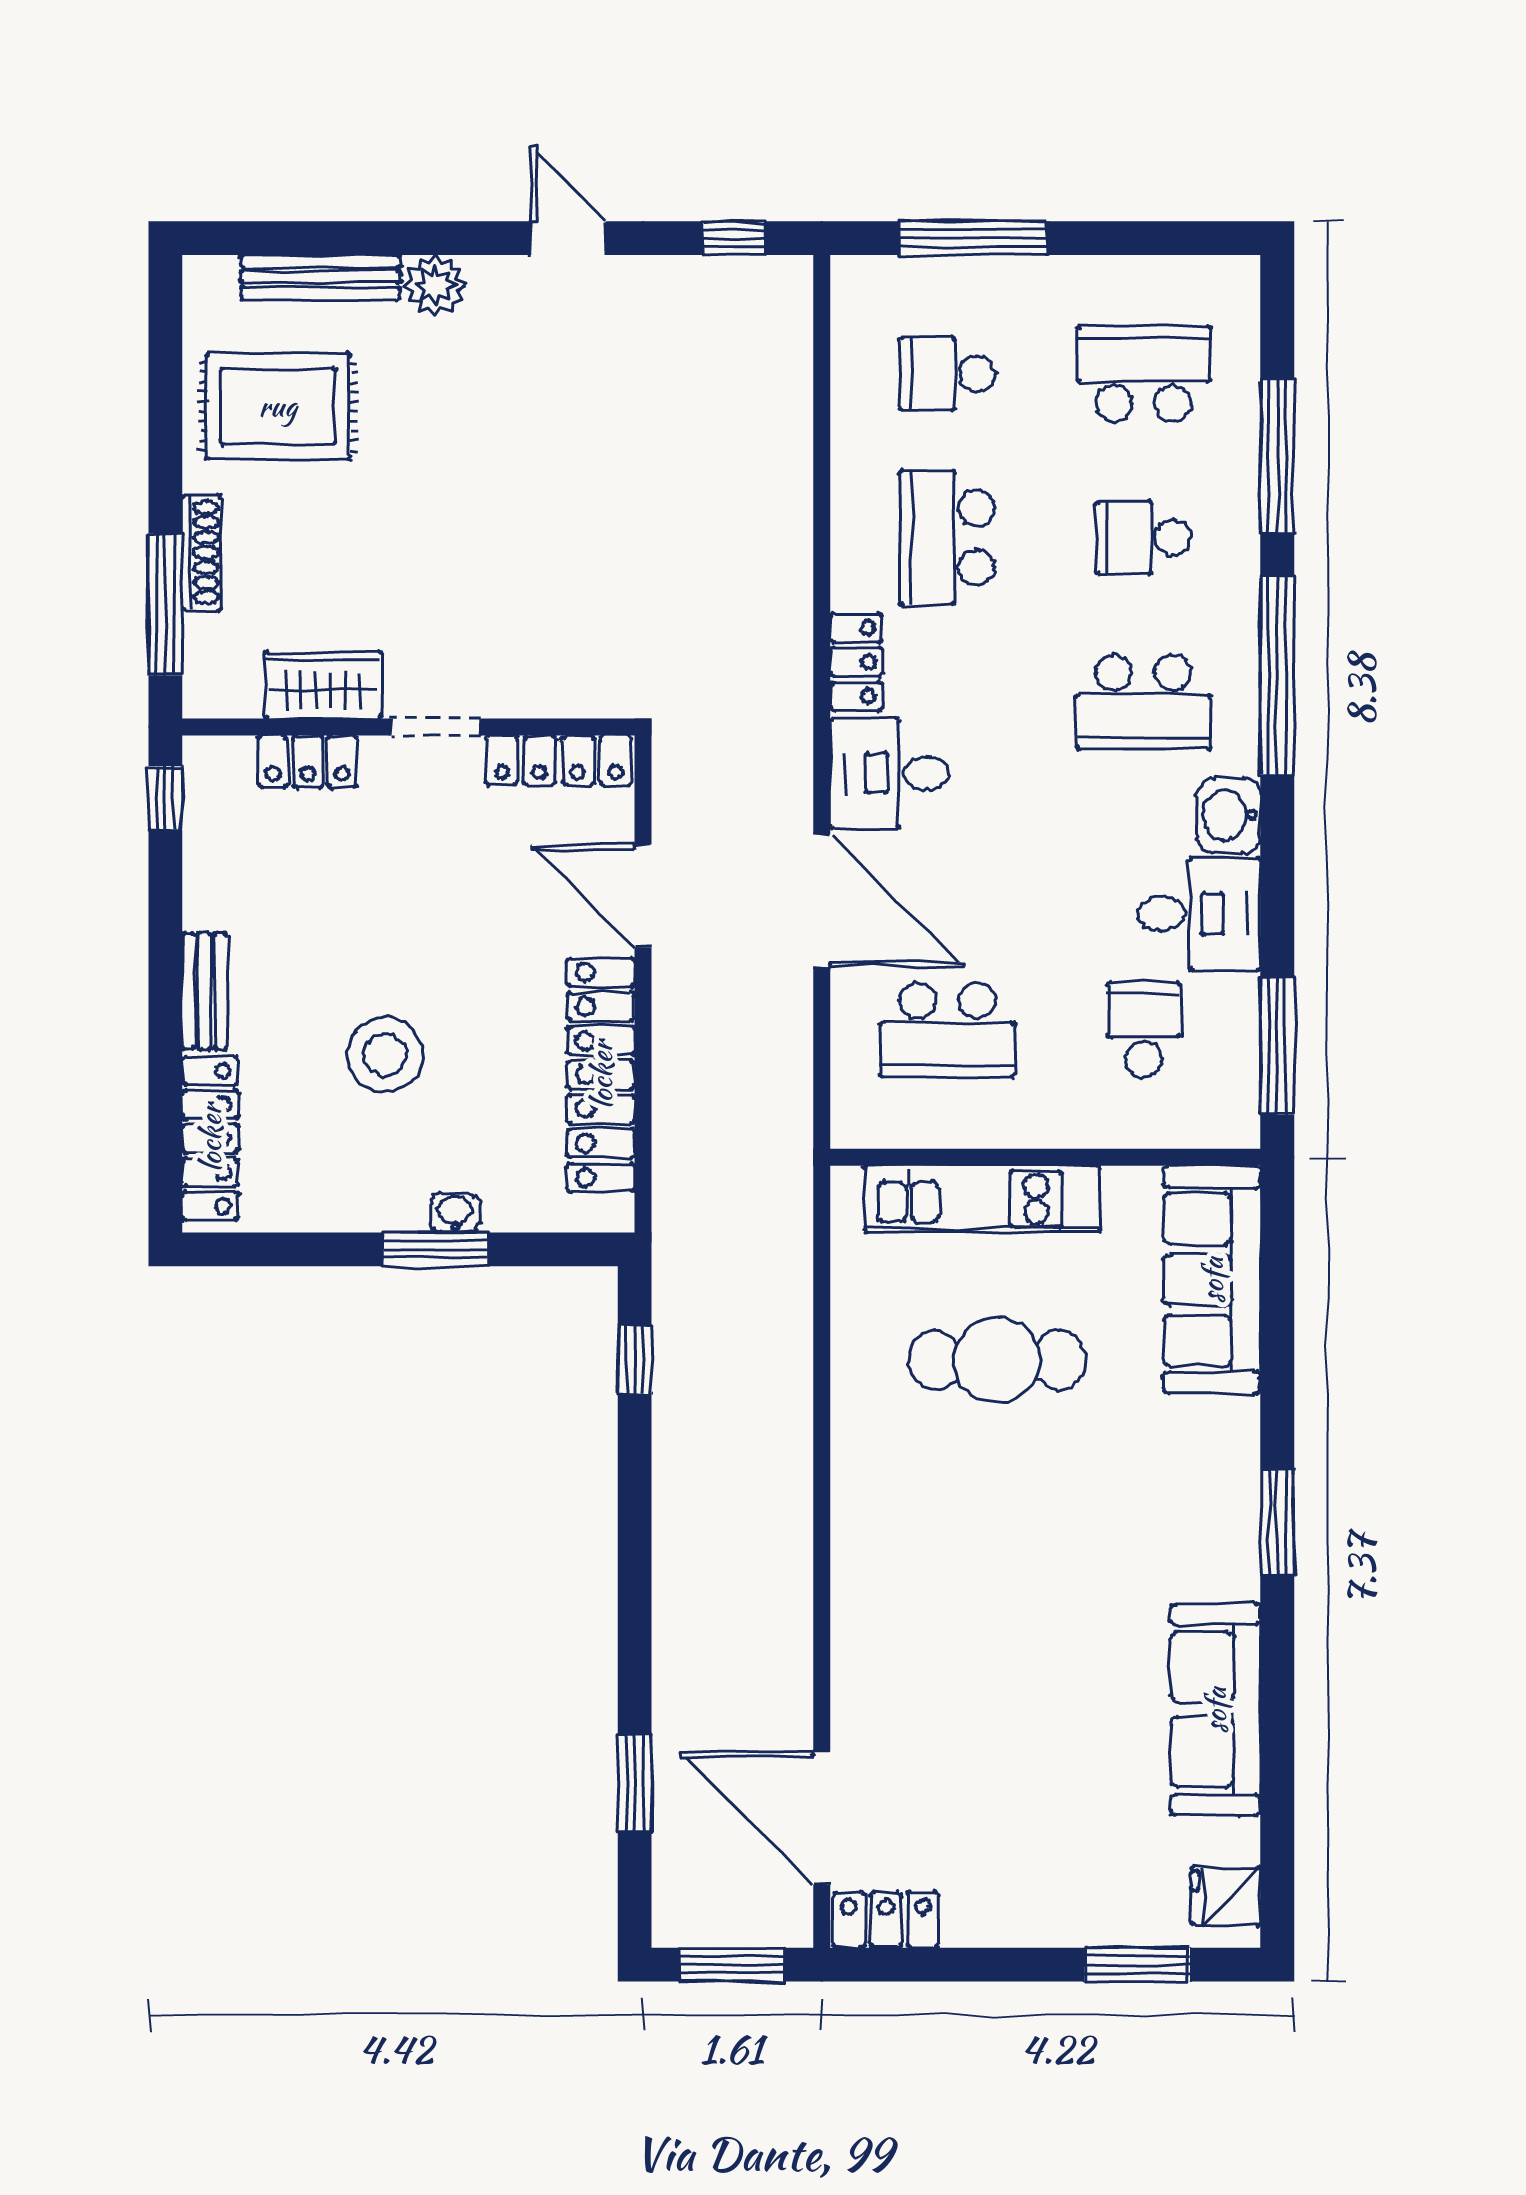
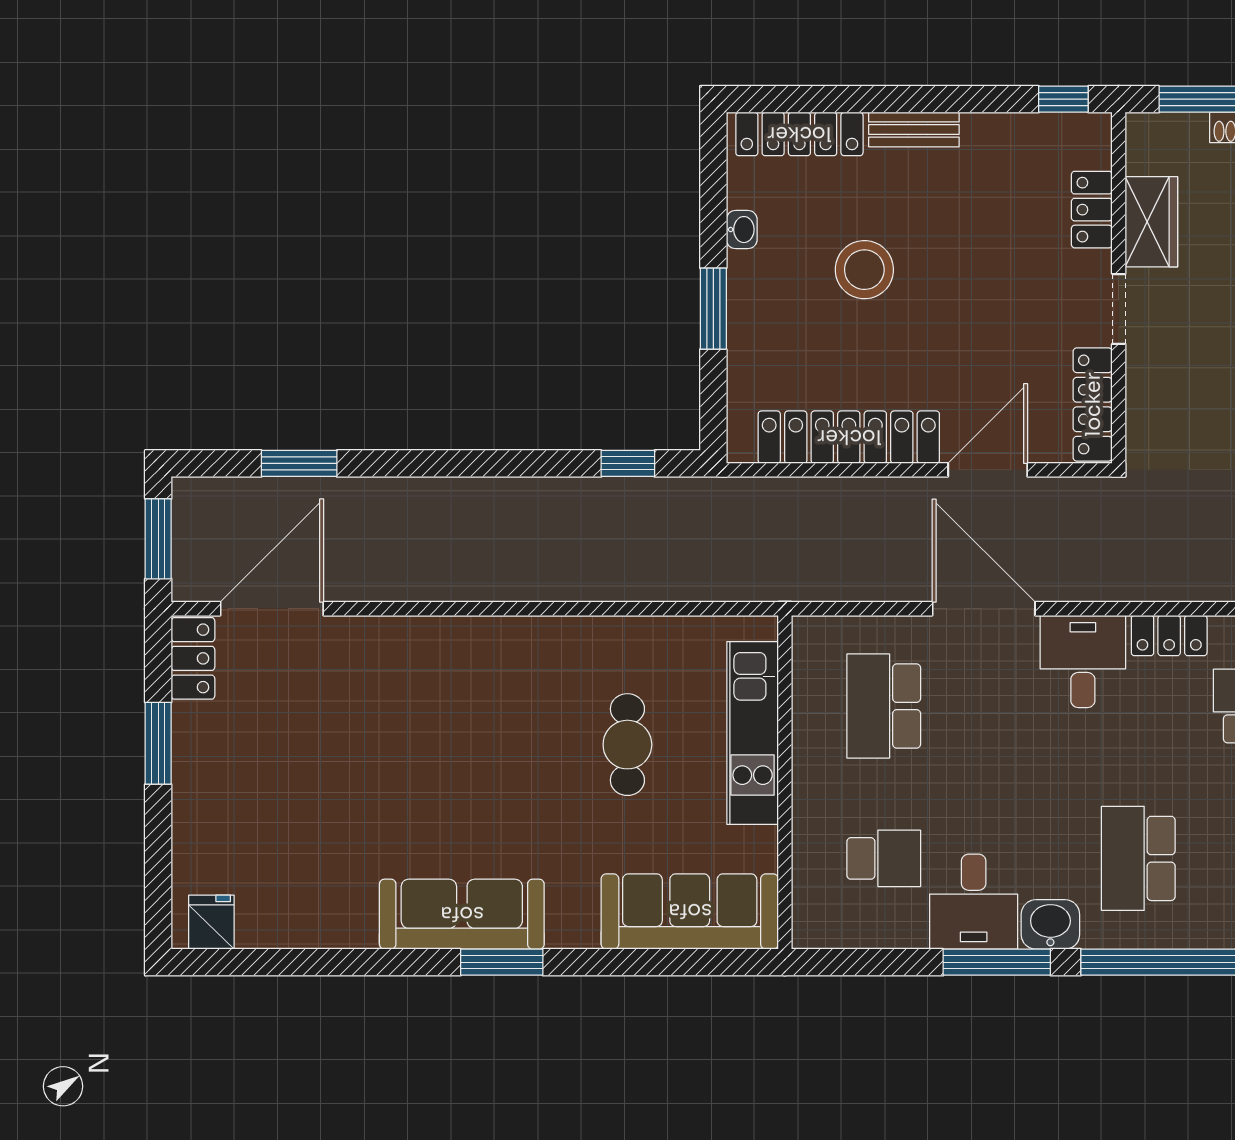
door: (822, 901) -> (984, 609), swing flipped
window: (1277, 1046) -> (997, 962), moved
washbasin: (455, 1213) -> (742, 230), moved
cafe table: (997, 1360) -> (627, 745), width x0.73, depth x0.74
sofa: (1215, 1710) -> (462, 914), moved
window: (1137, 1965) -> (158, 743), moved

